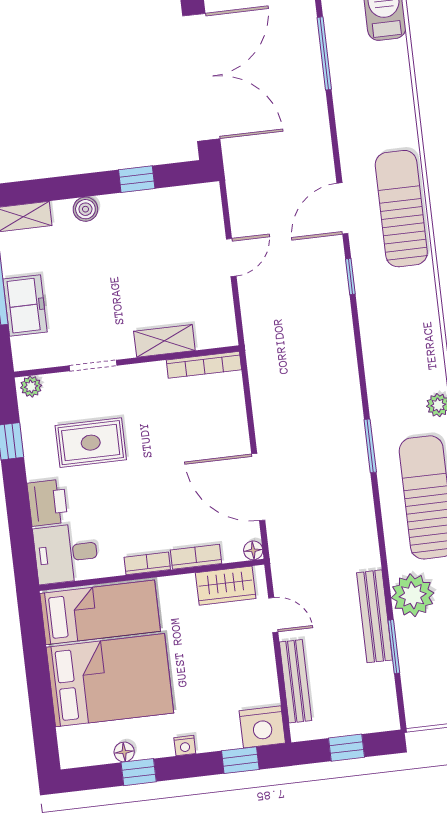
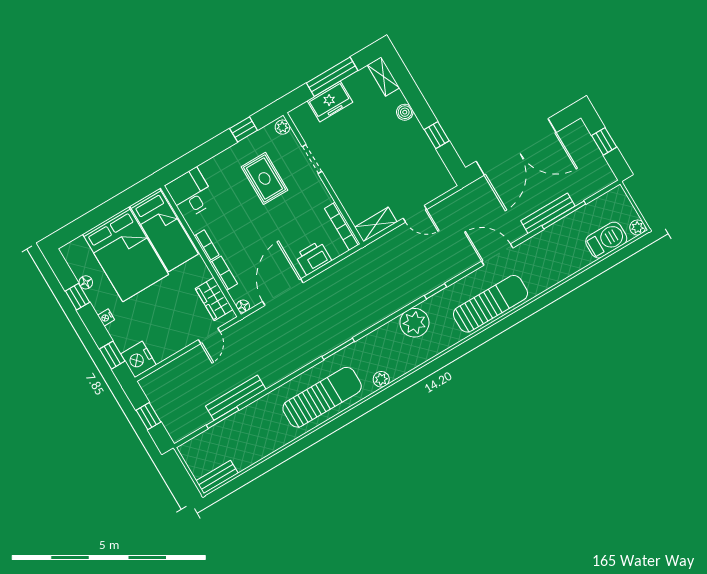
door: (342, 208) -> (497, 255), moved
shelving: (164, 341) -> (376, 224), moved, turned 90
printer: (47, 503) -> (313, 258), moved, turned 180
plant: (413, 595) -> (414, 323), moved
bench: (295, 681) -> (548, 213), moved

